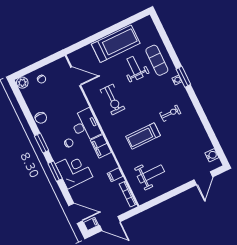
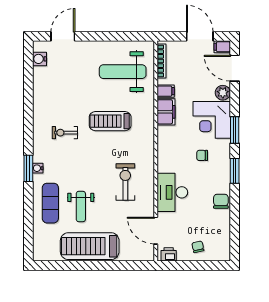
printer: (59, 64) -> (169, 254), added
plant: (22, 83) -> (223, 93), moved
desk: (85, 125) -> (172, 192), moved
treadmill: (143, 136) -> (110, 121), turned 180
filing cabinet: (101, 146) -> (166, 112), moved
weight bench: (151, 174) -> (123, 72), width x1.36, depth x1.33

